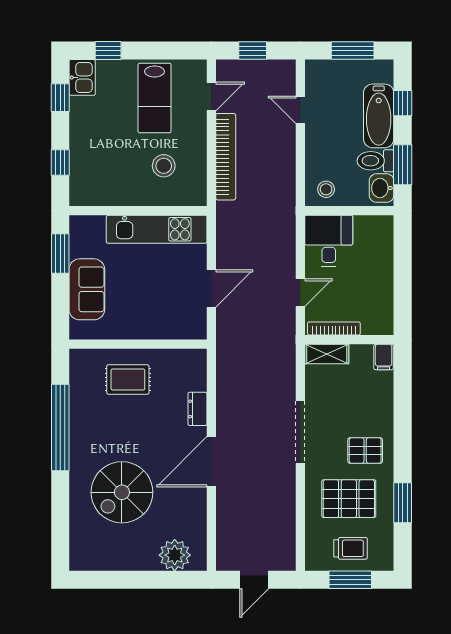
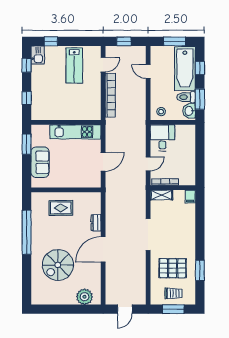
bathtub: (379, 116) -> (185, 69), width x1.36, depth x1.36
stool: (164, 166) -> (79, 100), removed
pallet: (365, 450) -> (181, 244), removed

